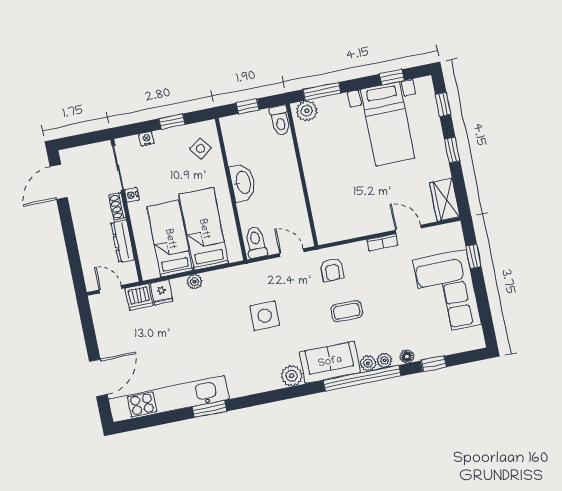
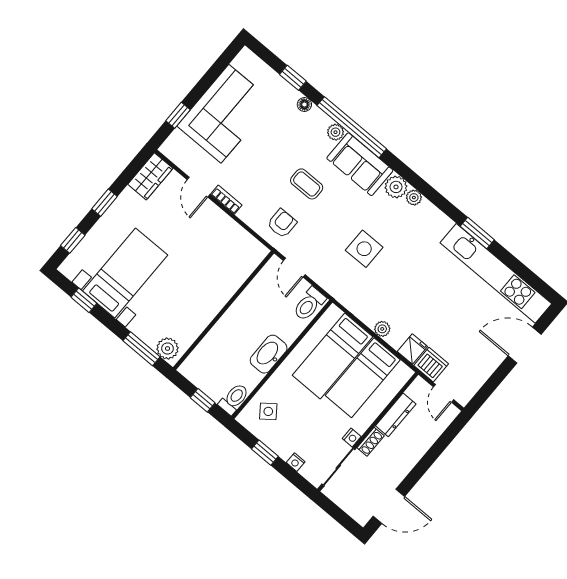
toilet: (280, 120) -> (234, 399), moved
plant: (384, 360) -> (414, 198), moved

